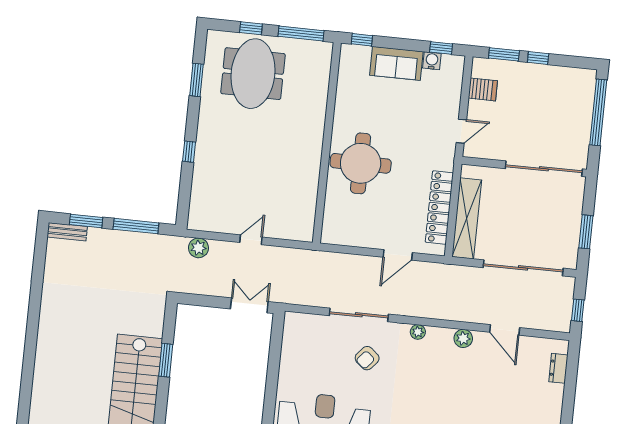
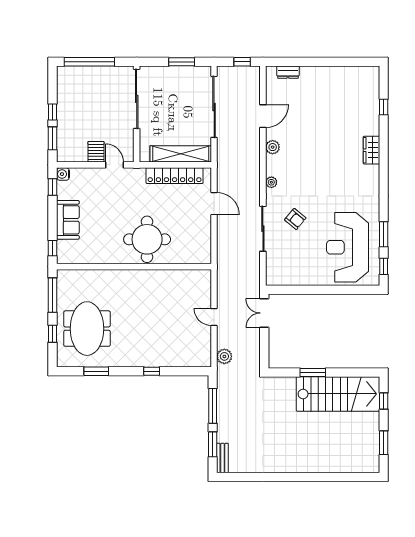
water cooler: (432, 61) -> (63, 174), moved
meeting table: (253, 74) -> (87, 329), turned 90
server rack: (483, 89) -> (96, 152), moved

